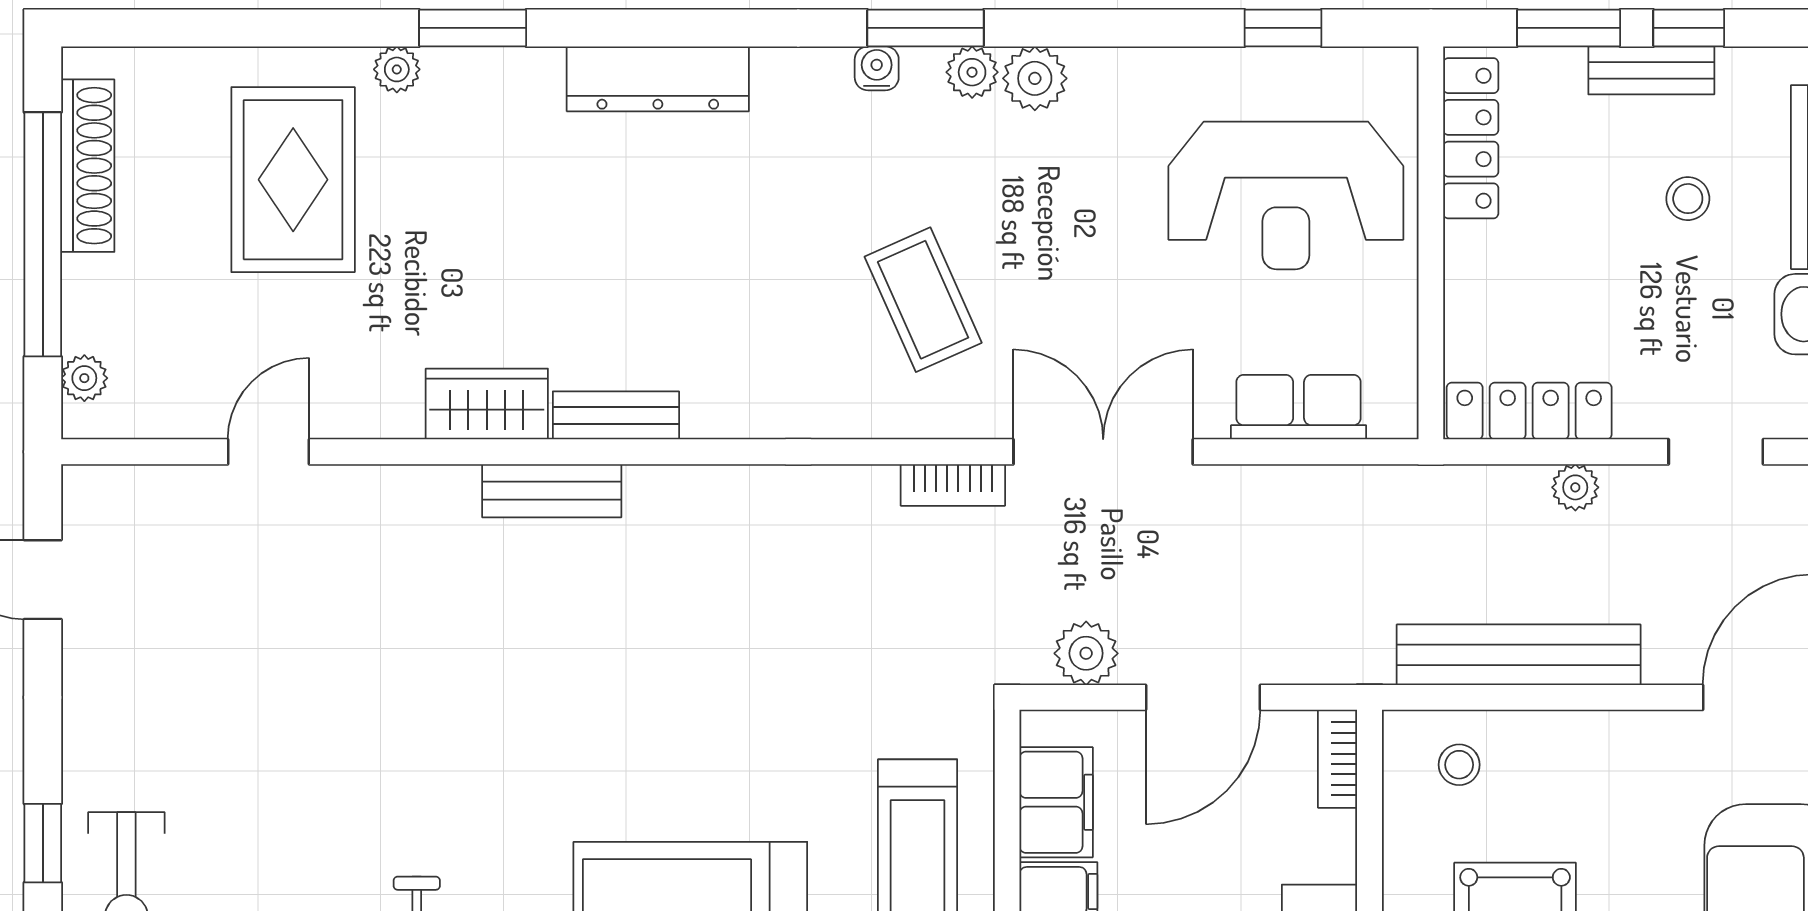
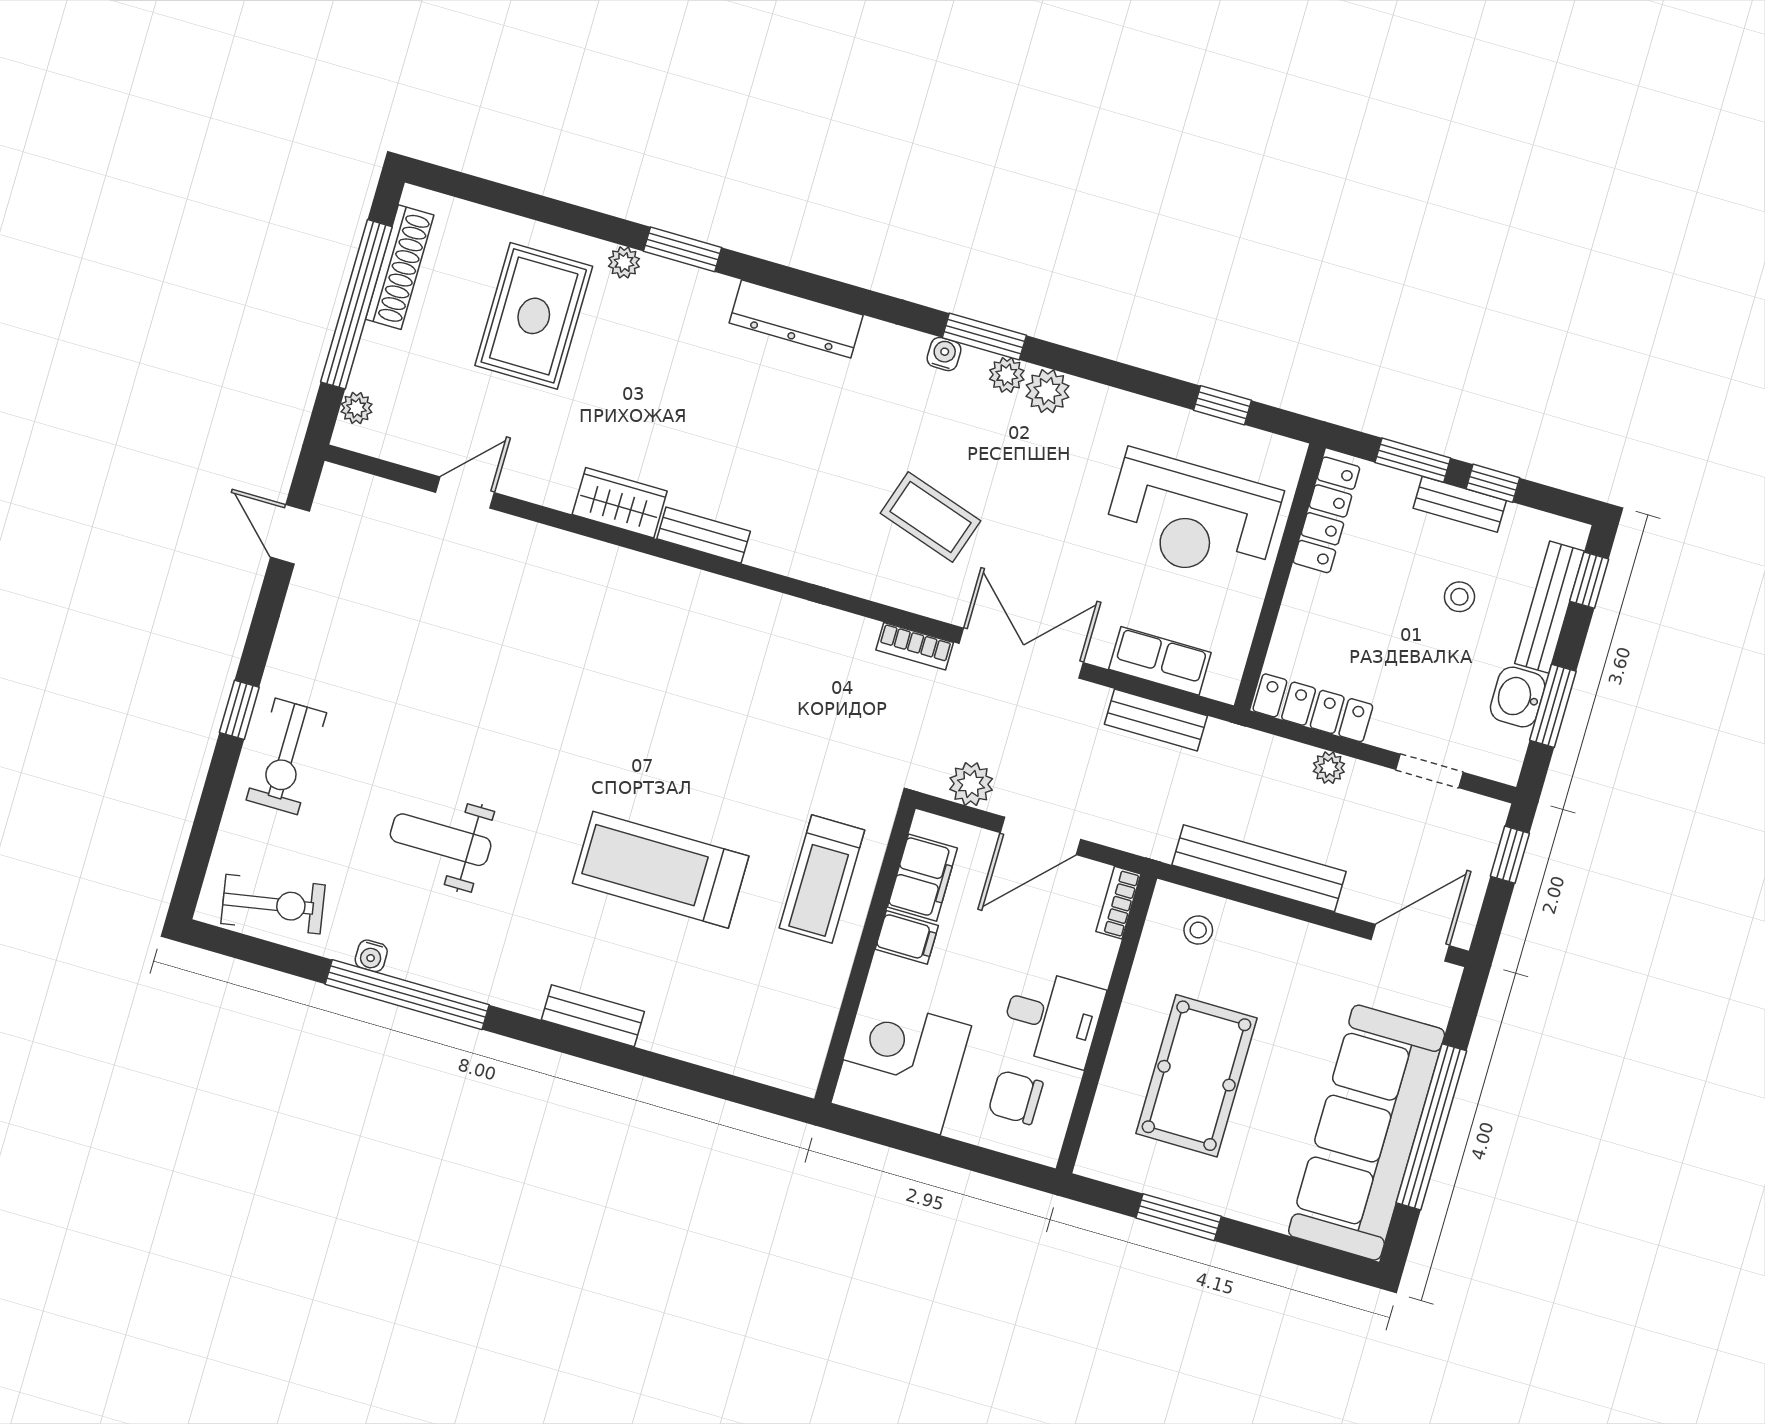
coffee table: (923, 300) -> (930, 517), turned -48
bench: (552, 491) -> (1156, 720), moved

